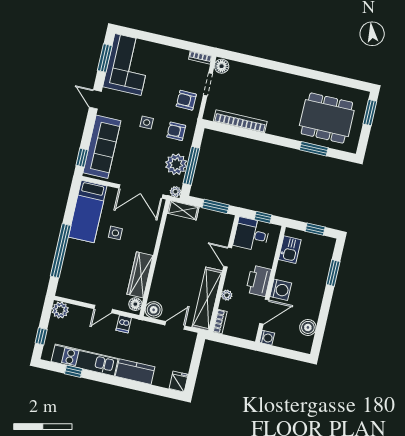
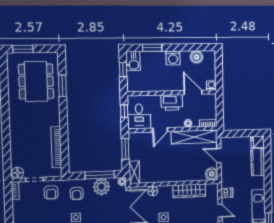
kitchen sink: (290, 250) -> (133, 61), moved, turned 90
washing machine: (281, 290) -> (173, 58), moved, turned 180
floor lamp: (135, 304) -> (153, 191), moved
kitchen counter: (135, 372) -> (258, 162), moved

